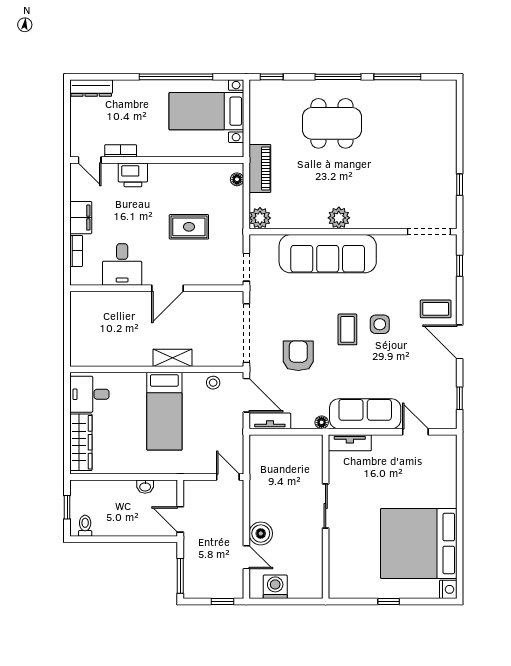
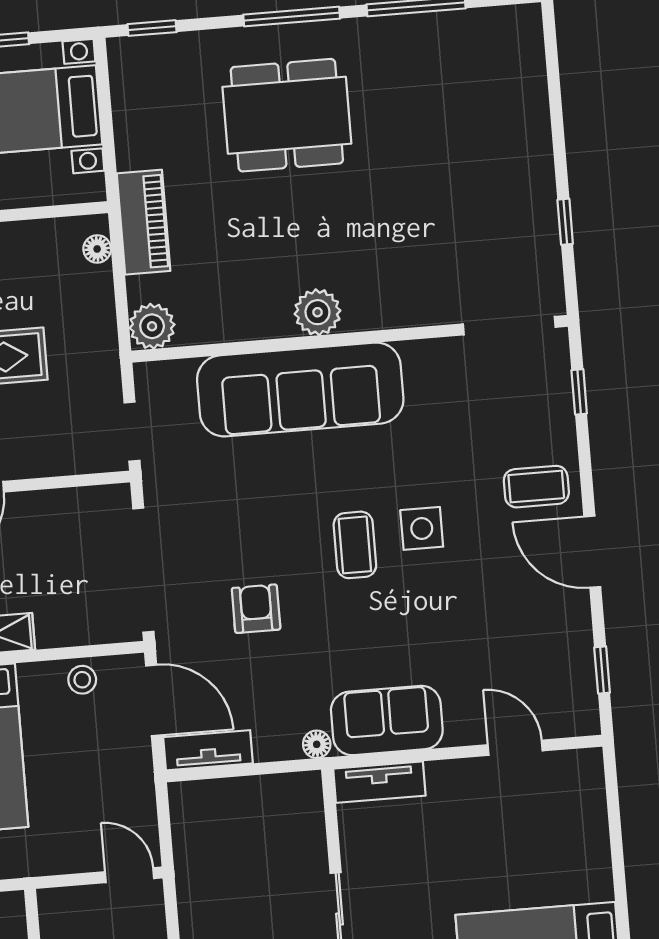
armchair: (298, 356) -> (256, 609), width x0.72, depth x0.72
sofa: (365, 414) -> (387, 720), width x0.73

